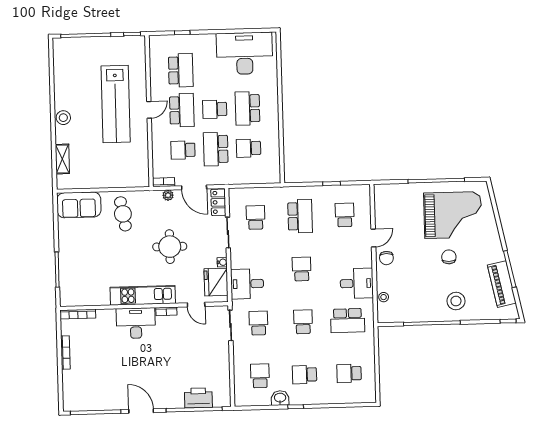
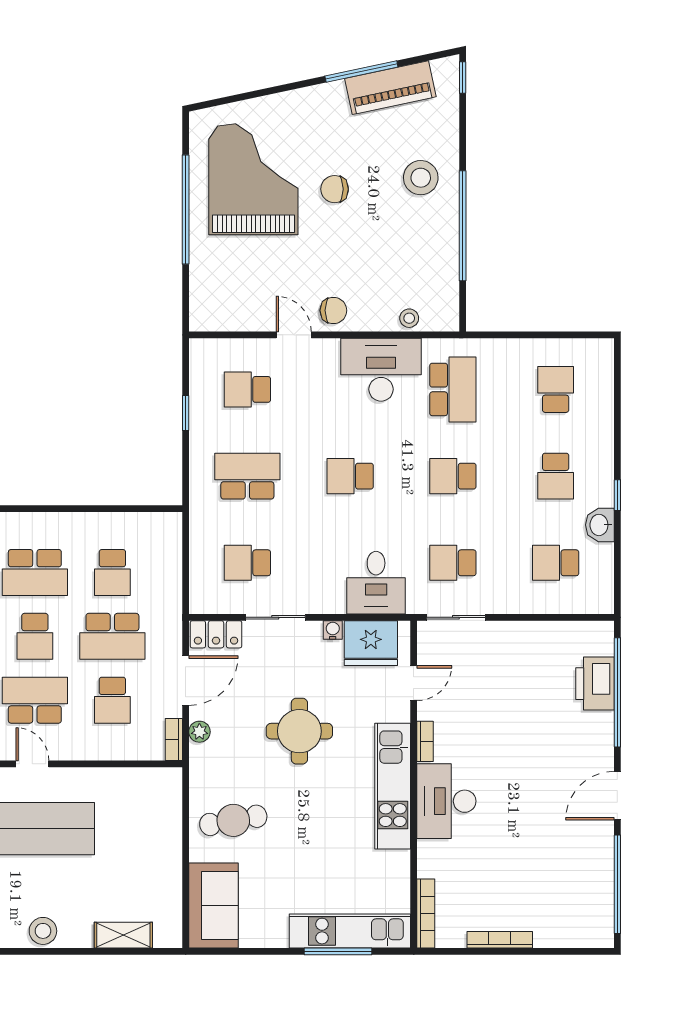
kitchen unit: (68, 275) -> (350, 931), added
desk: (357, 283) -> (381, 370), width x1.37
school desk: (349, 373) -> (556, 389), turned 180

